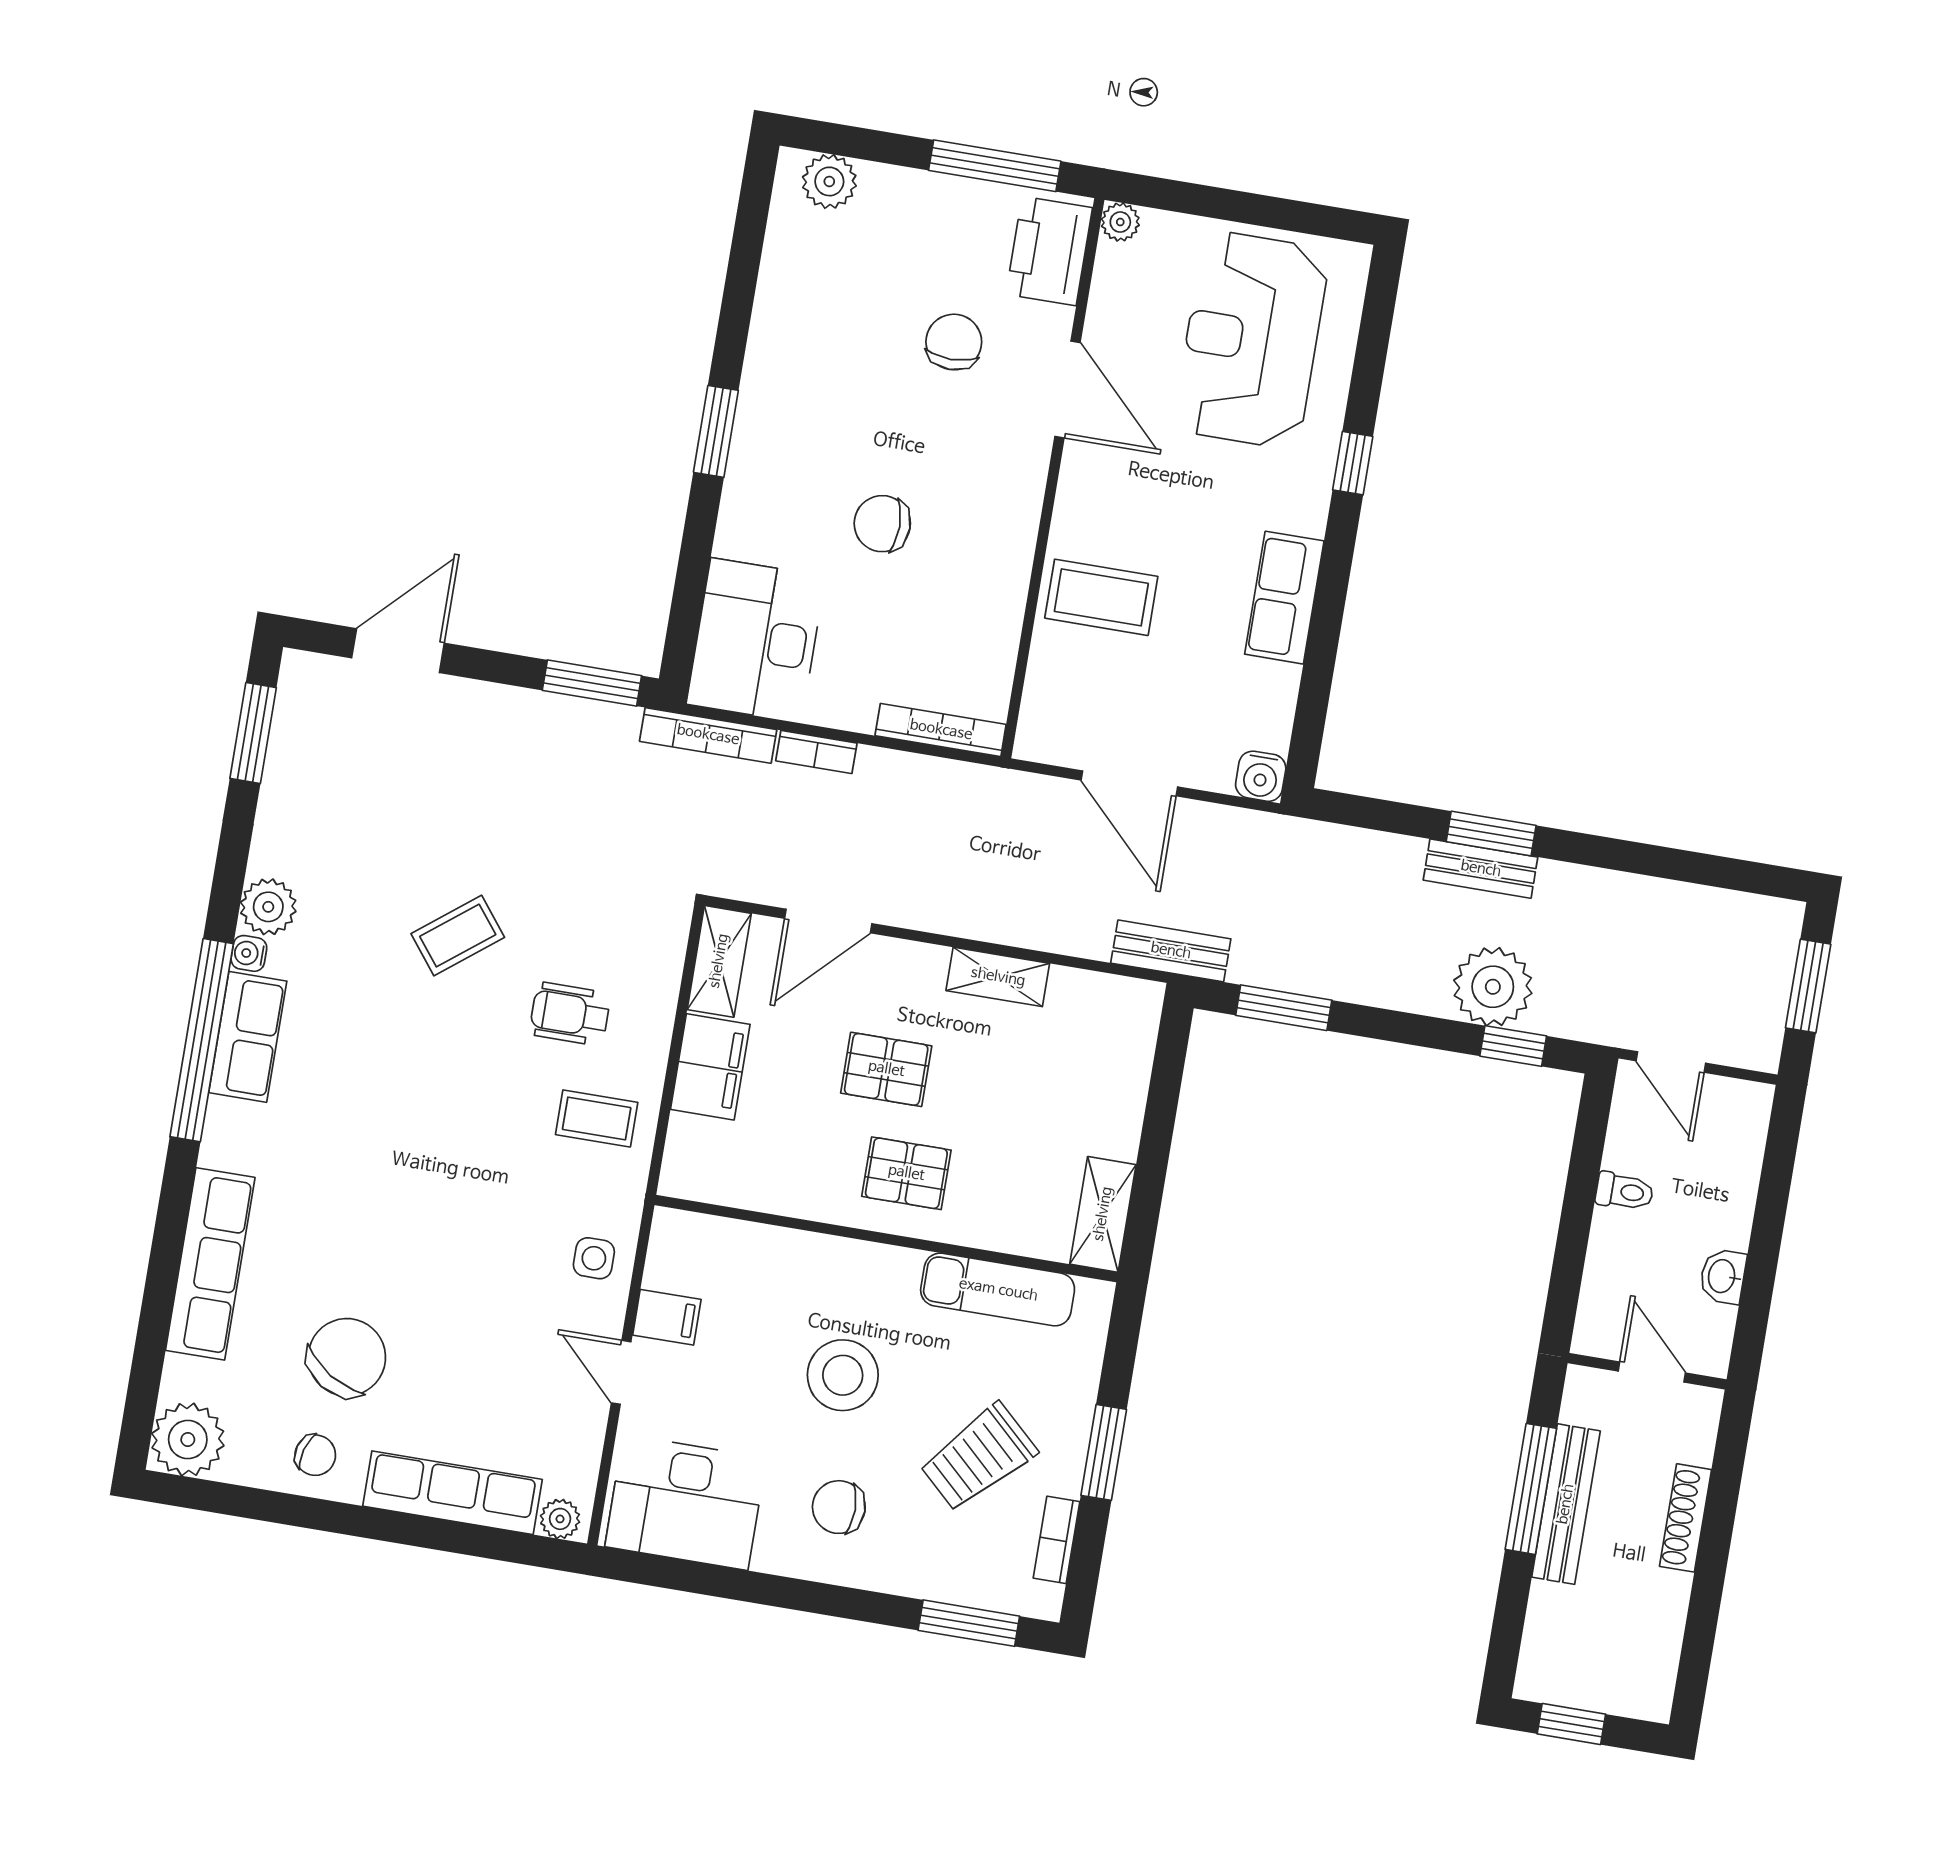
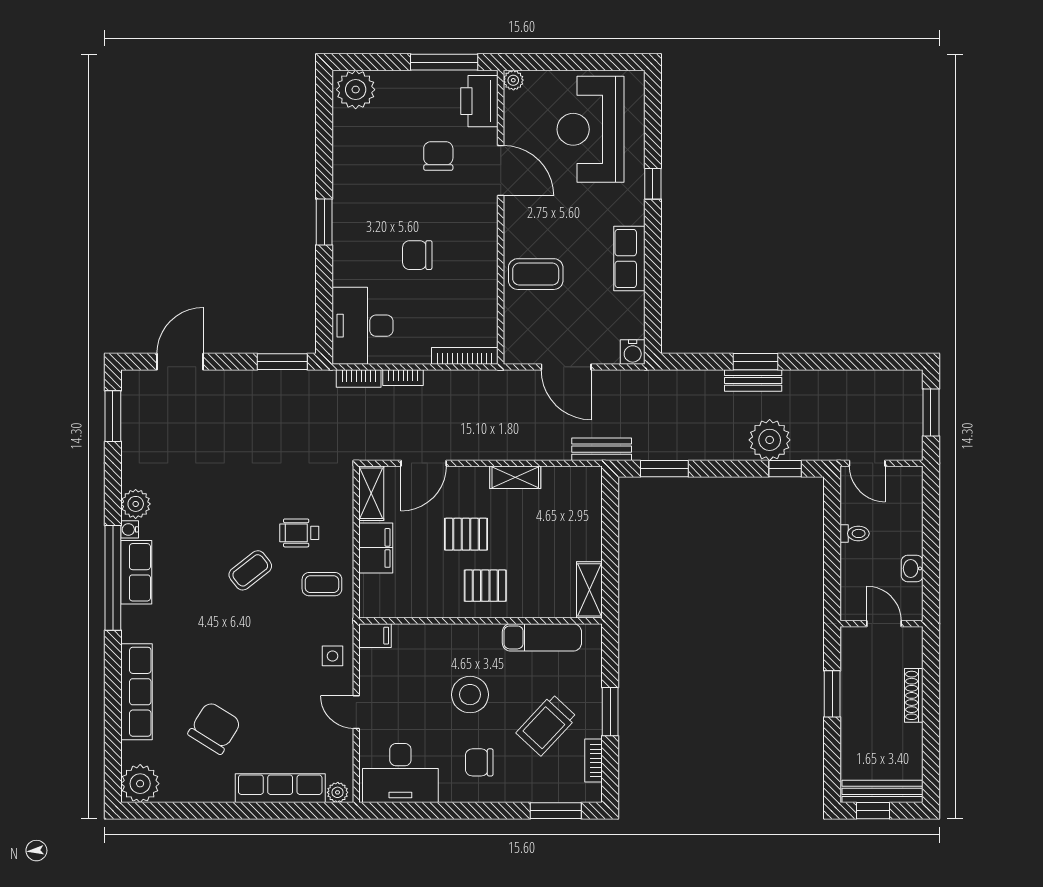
plant: (829, 181) -> (356, 90), width x1.36, depth x1.36
bookcase: (708, 735) -> (359, 378), width x0.64
coffee table: (458, 936) -> (250, 570), moved
filing cabinet: (667, 1317) -> (375, 636), moved
chair: (315, 1455) -> (207, 781), removed
window: (1531, 1489) -> (832, 694), width x0.69
bench: (1566, 1504) -> (883, 791), moved, turned 90

